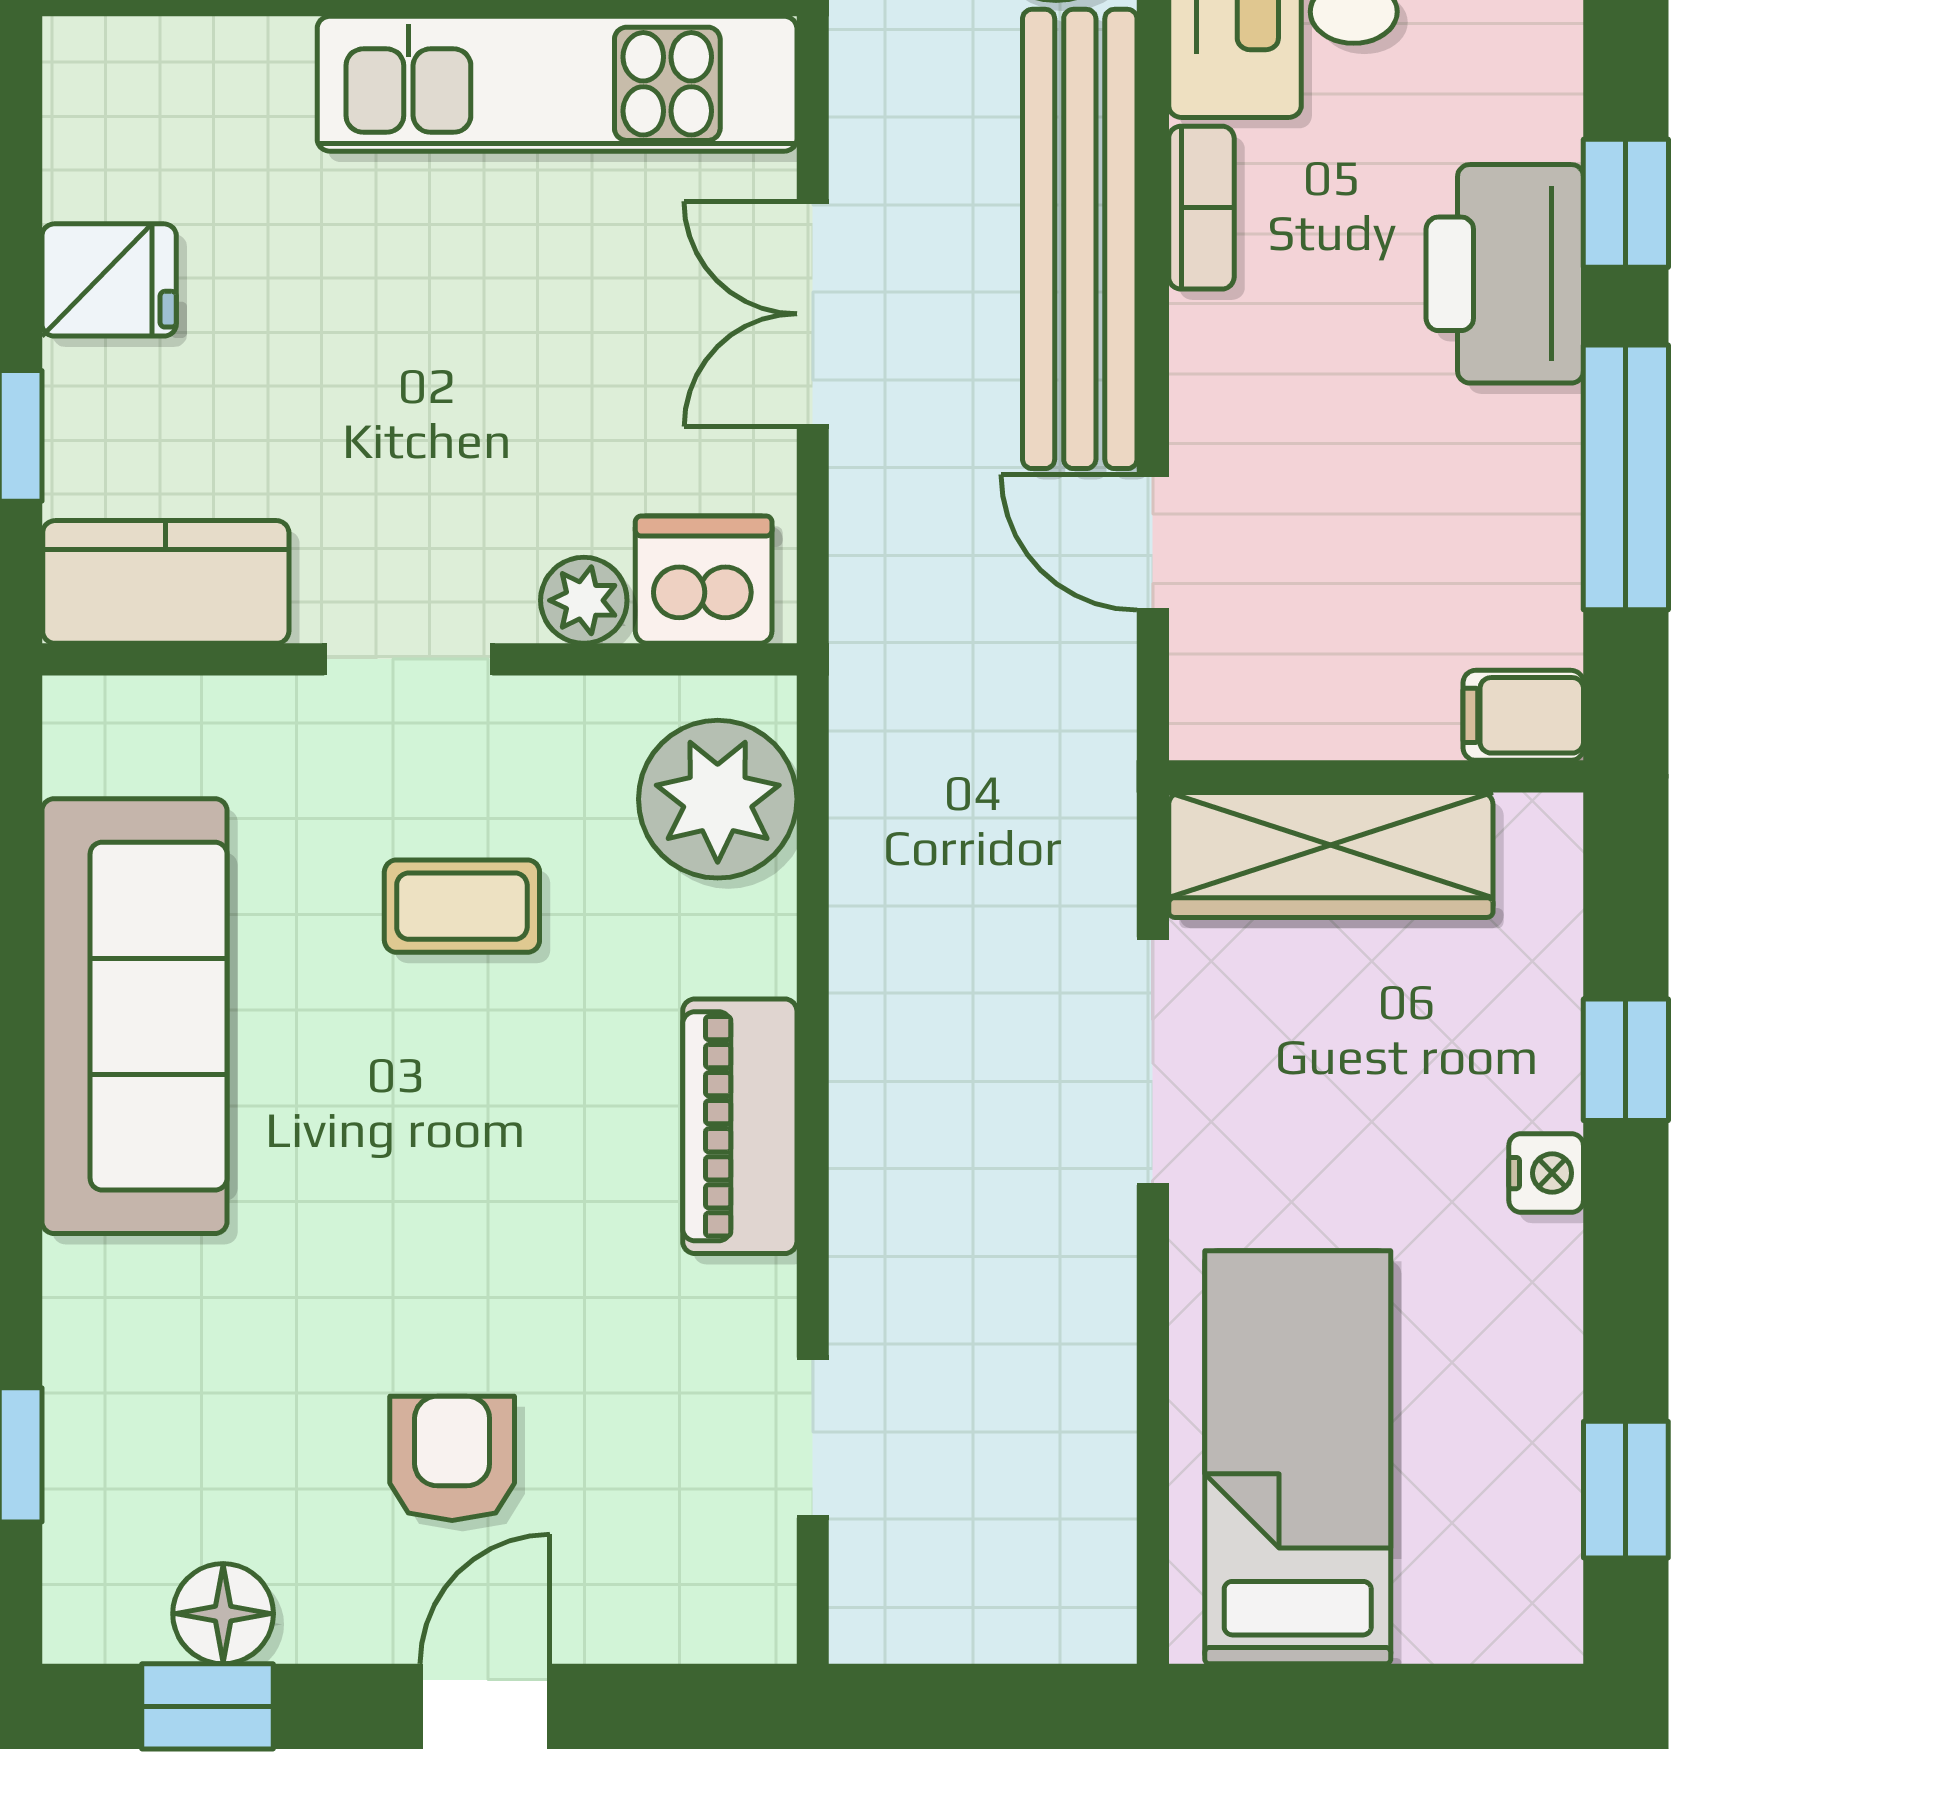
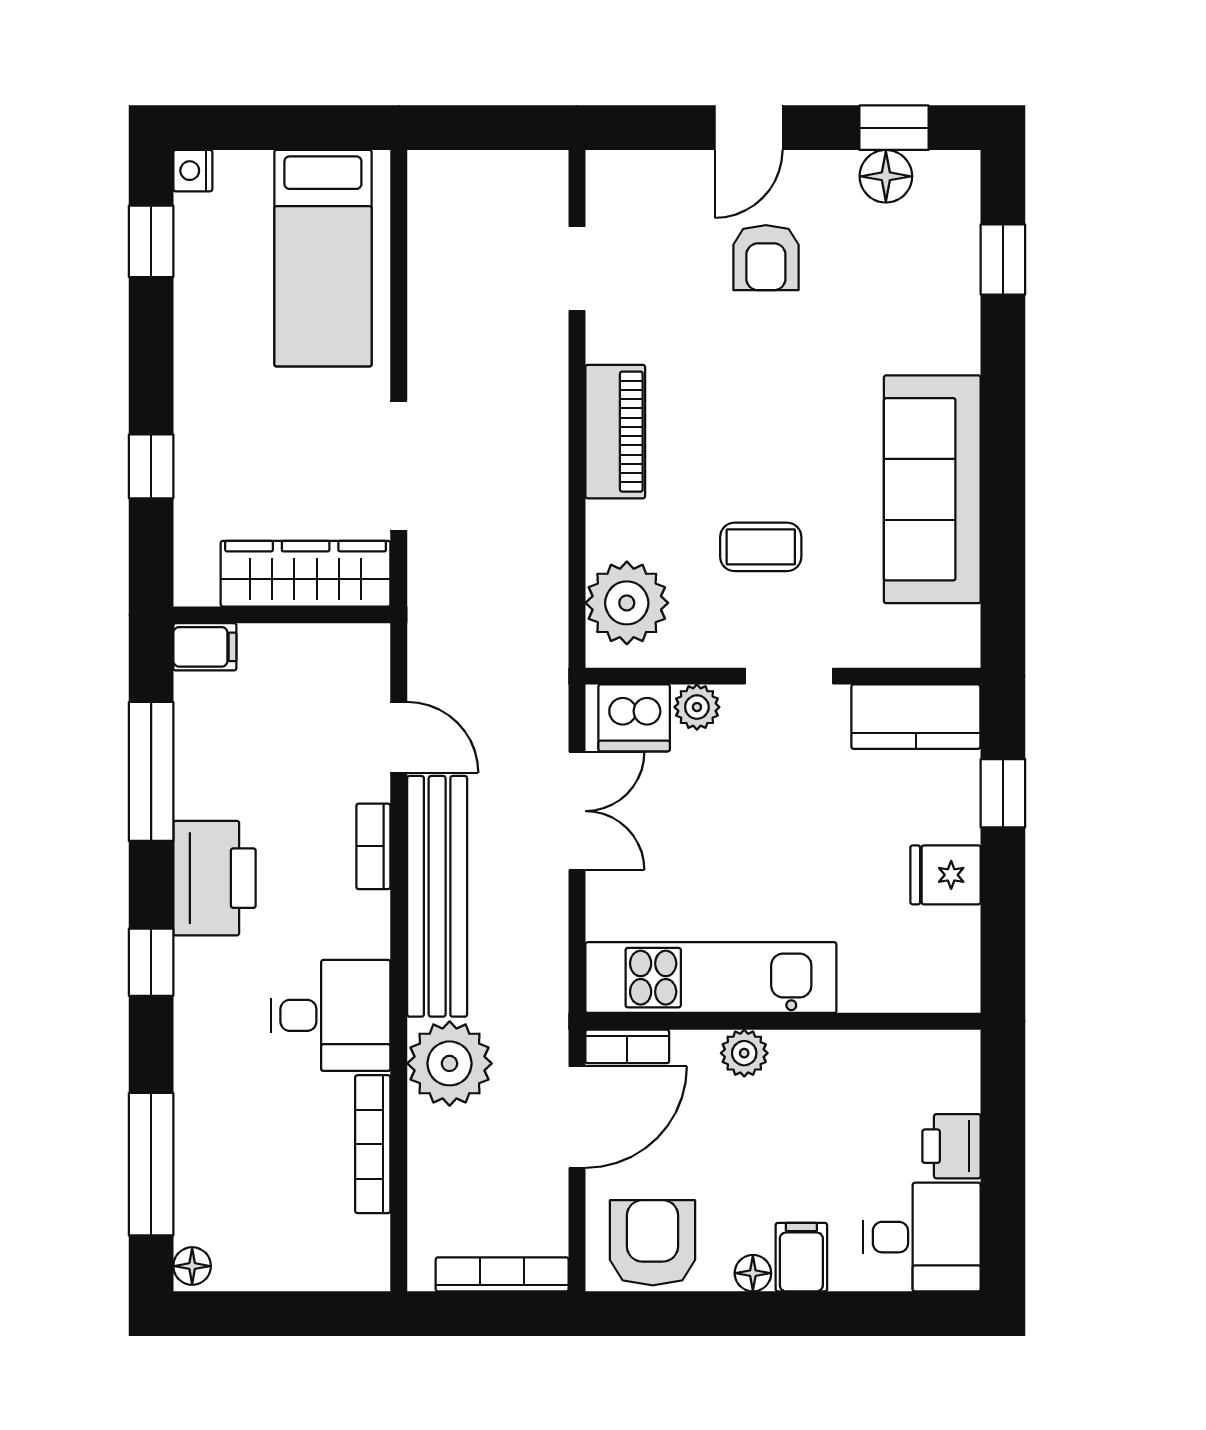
window: (1626, 203) -> (151, 962), moved
bookcase: (1201, 208) -> (373, 846), moved
double door: (813, 314) -> (577, 811), moved
nightstand: (1546, 1173) -> (193, 171), moved

